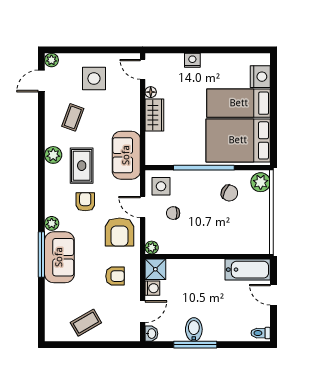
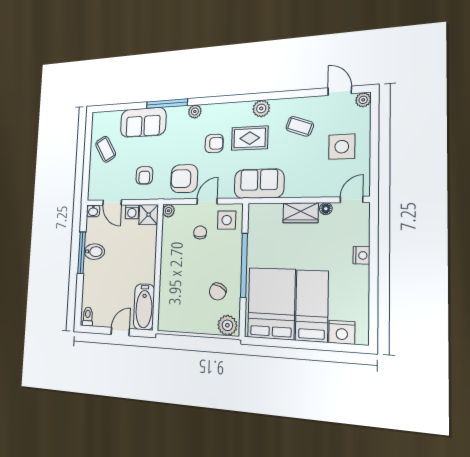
sofa: (59, 257) -> (143, 122), moved

